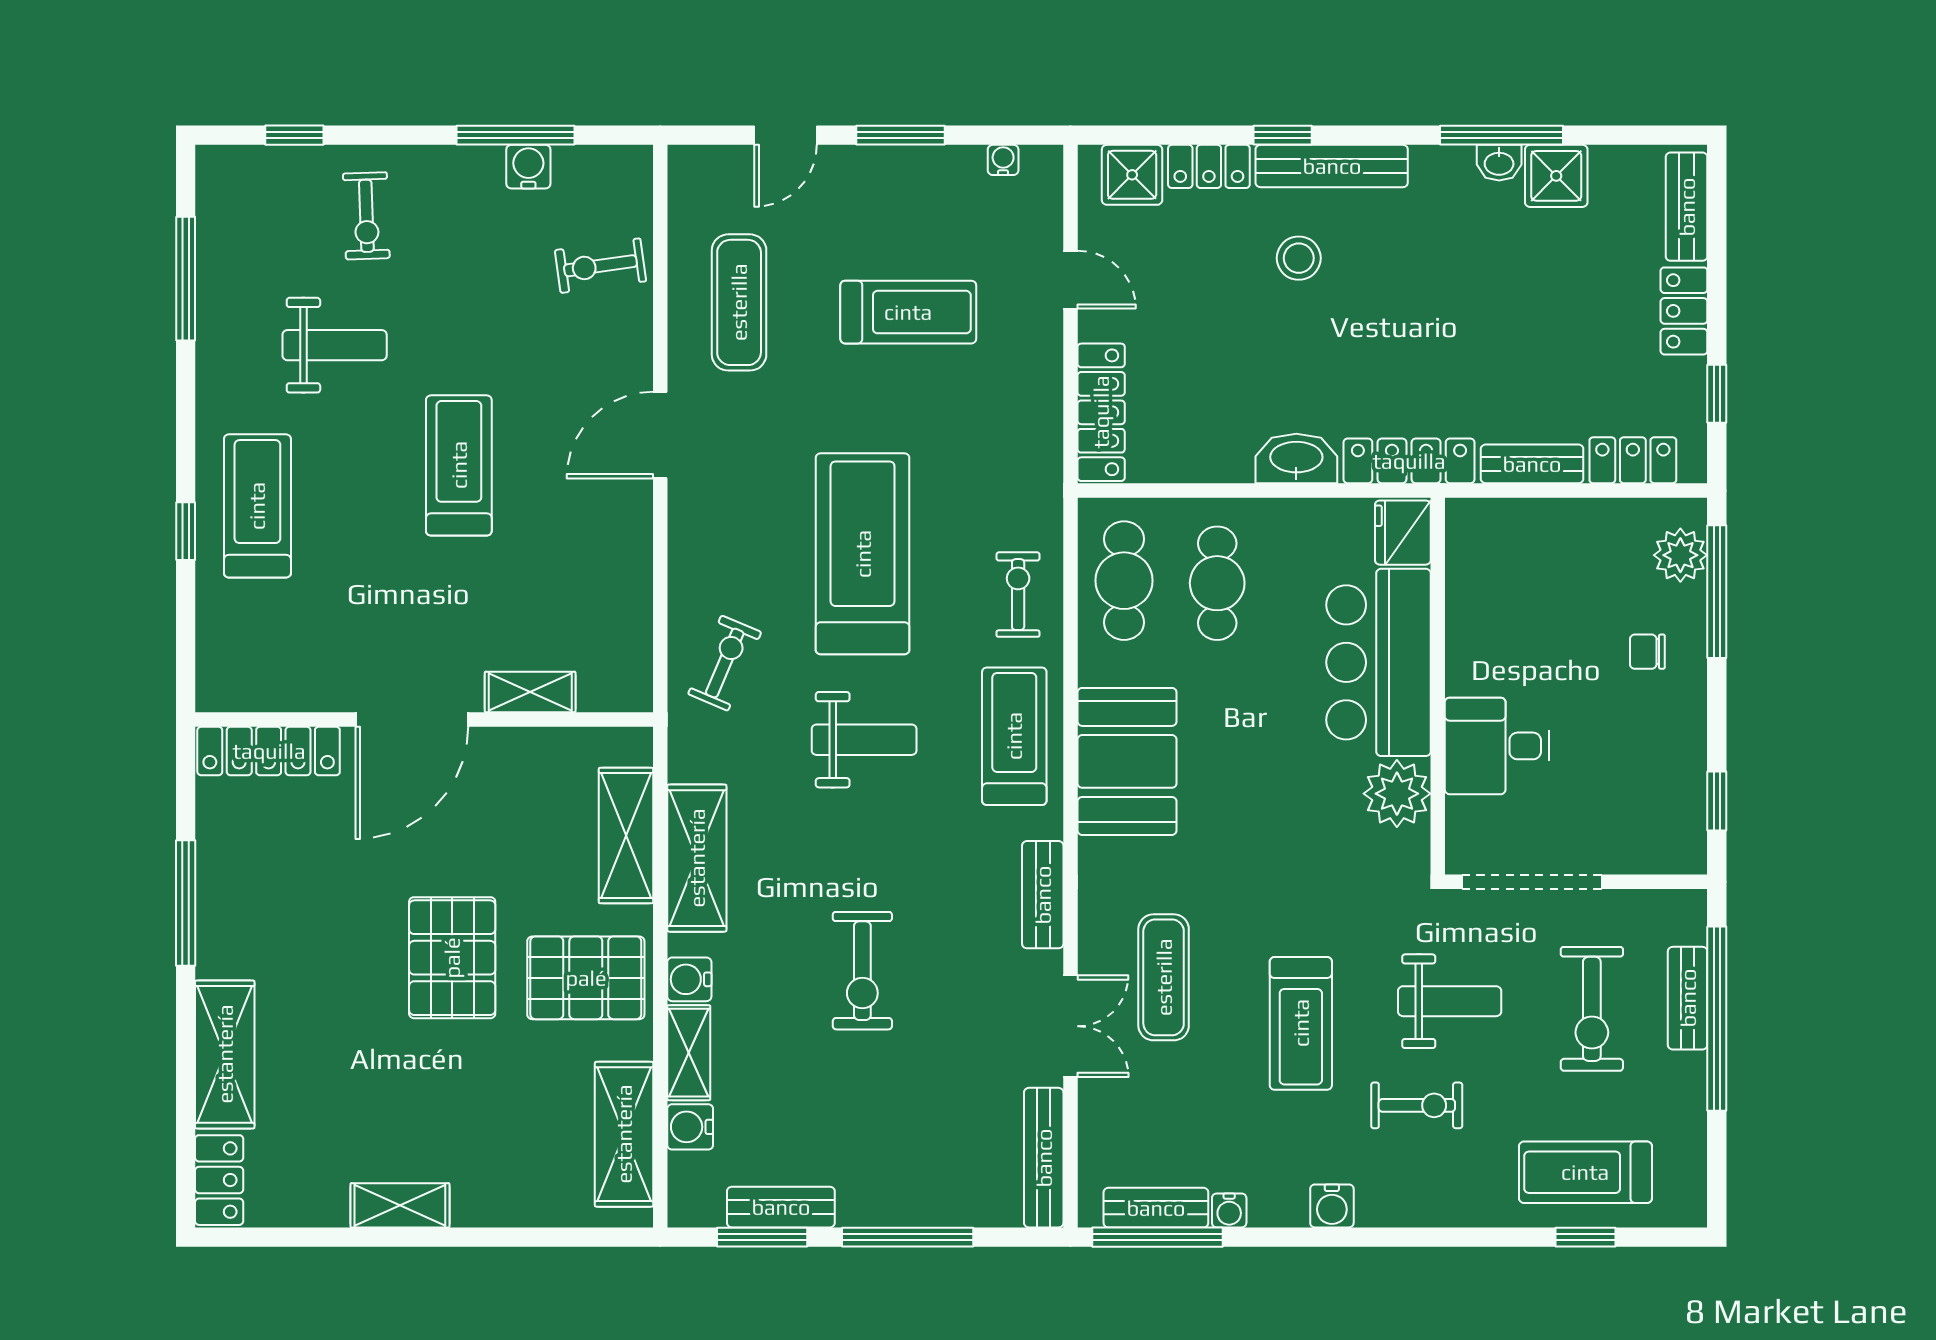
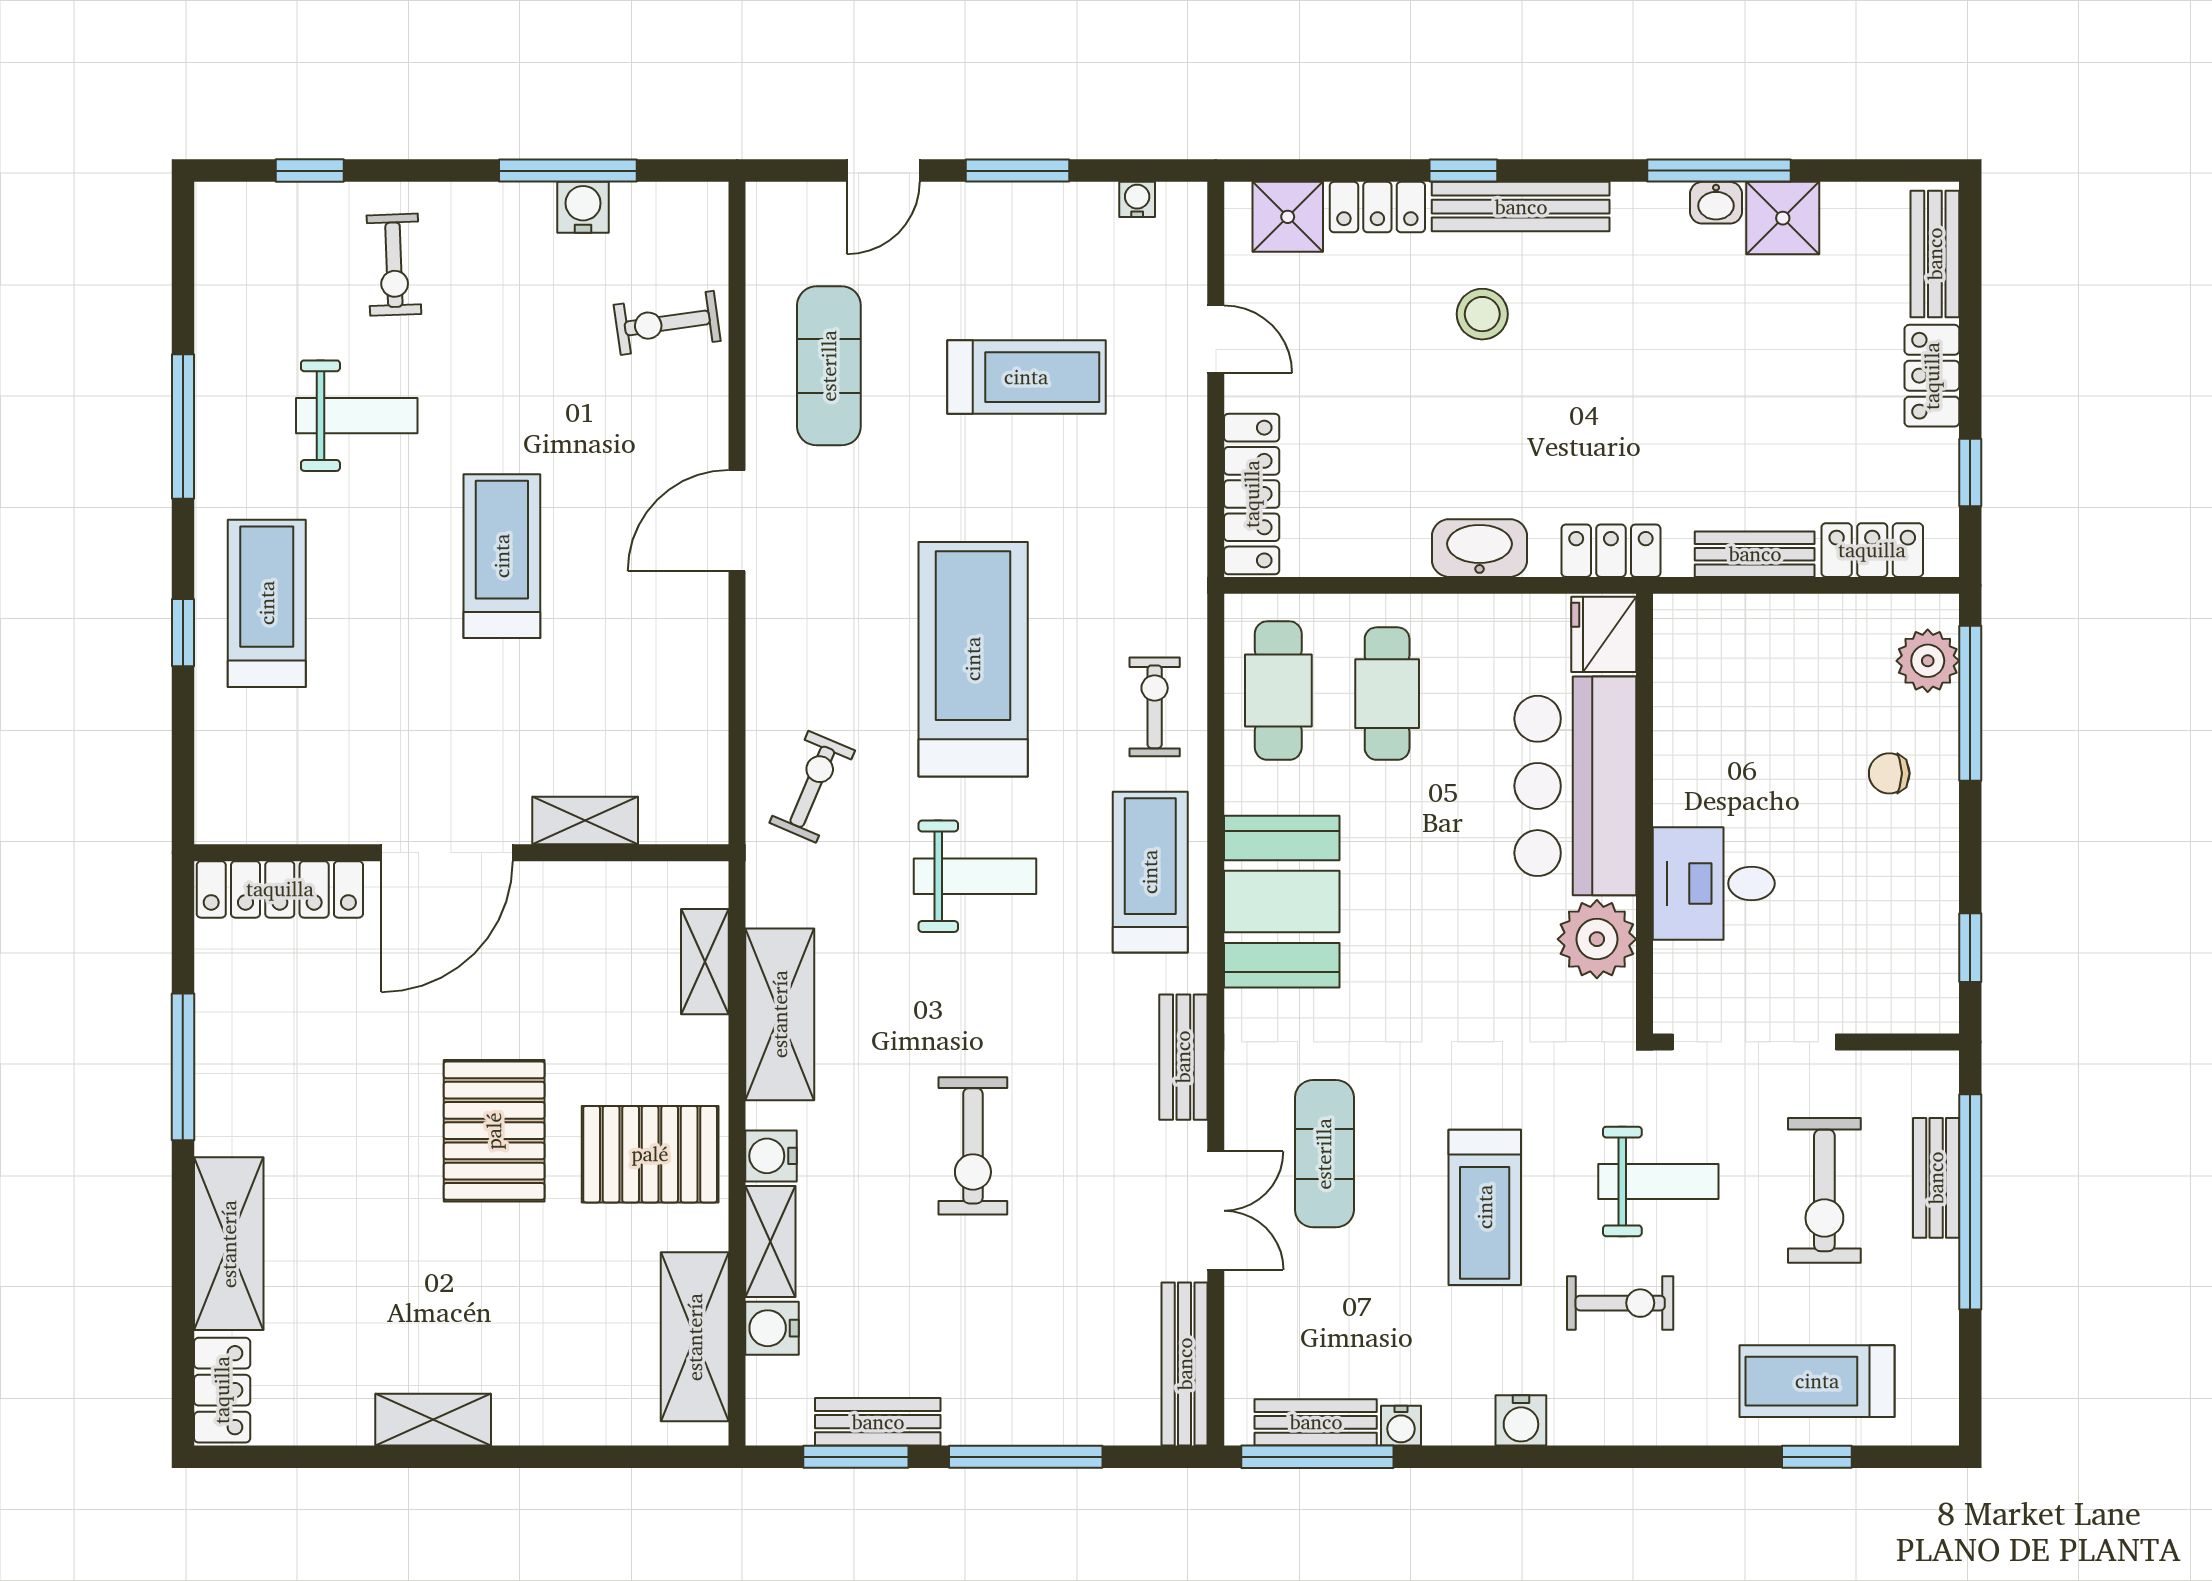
window: (186, 279) -> (183, 426), moved
locker: (1409, 461) -> (1611, 551), width x0.66
shelving: (626, 835) -> (705, 962), width x0.67, depth x0.75

